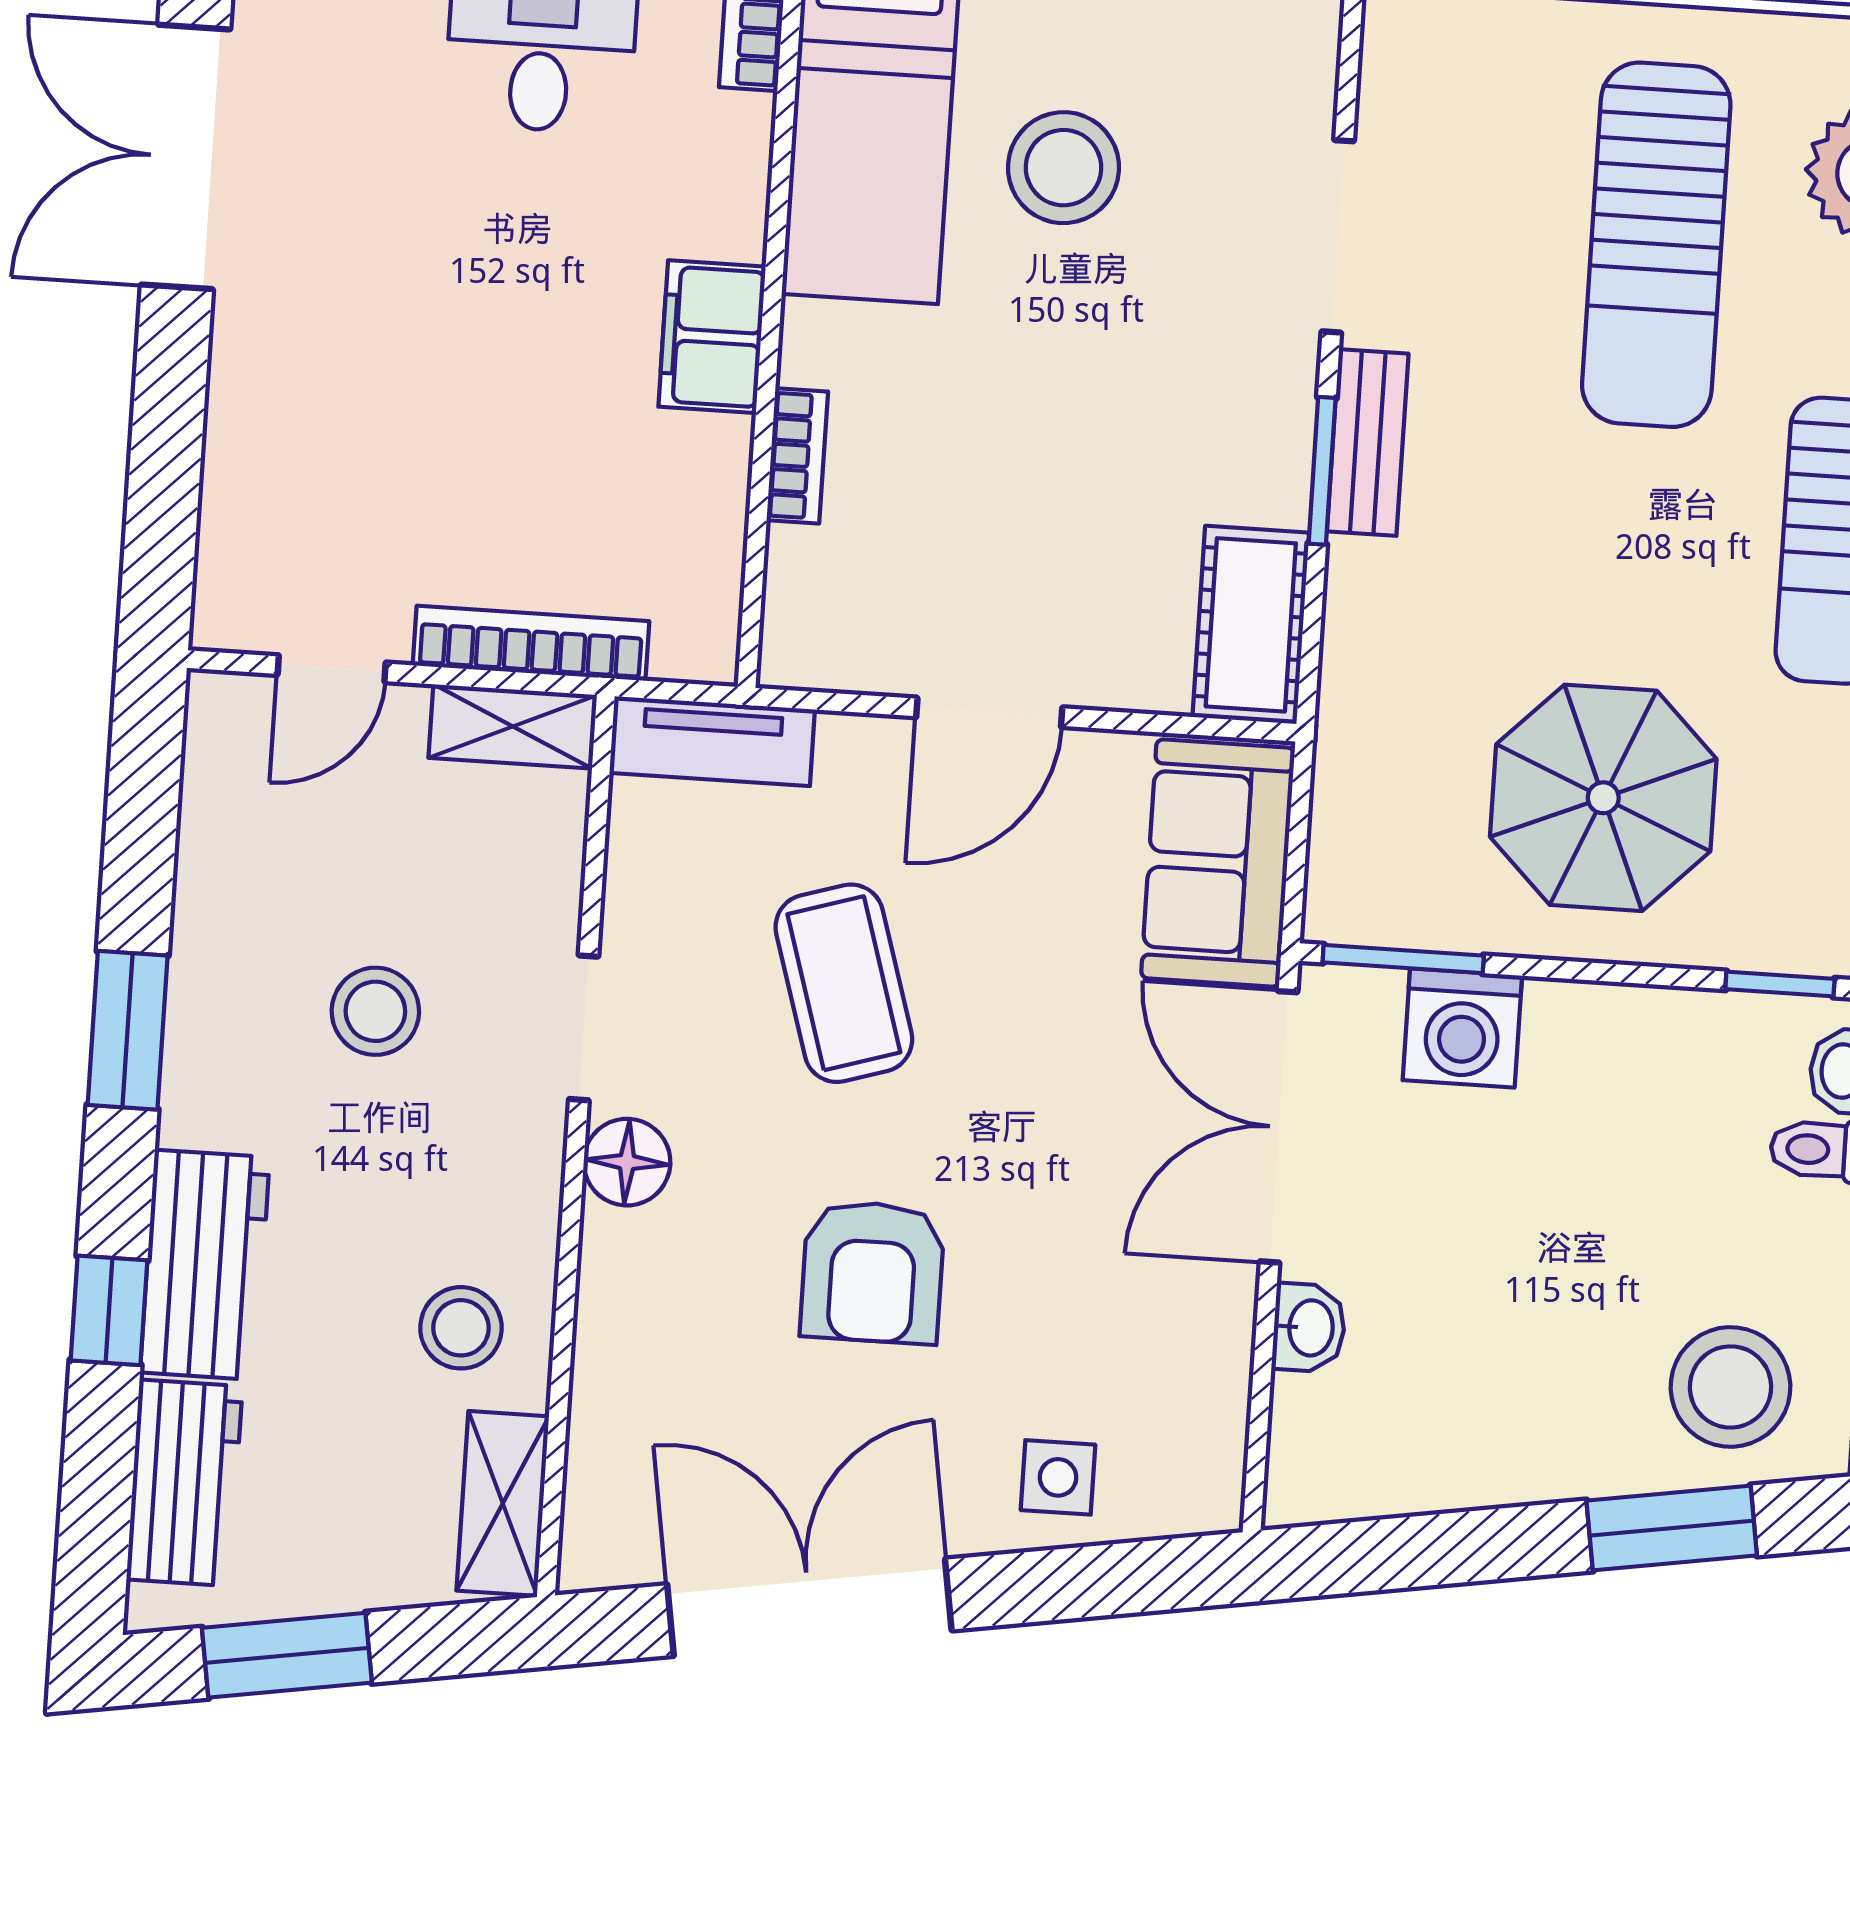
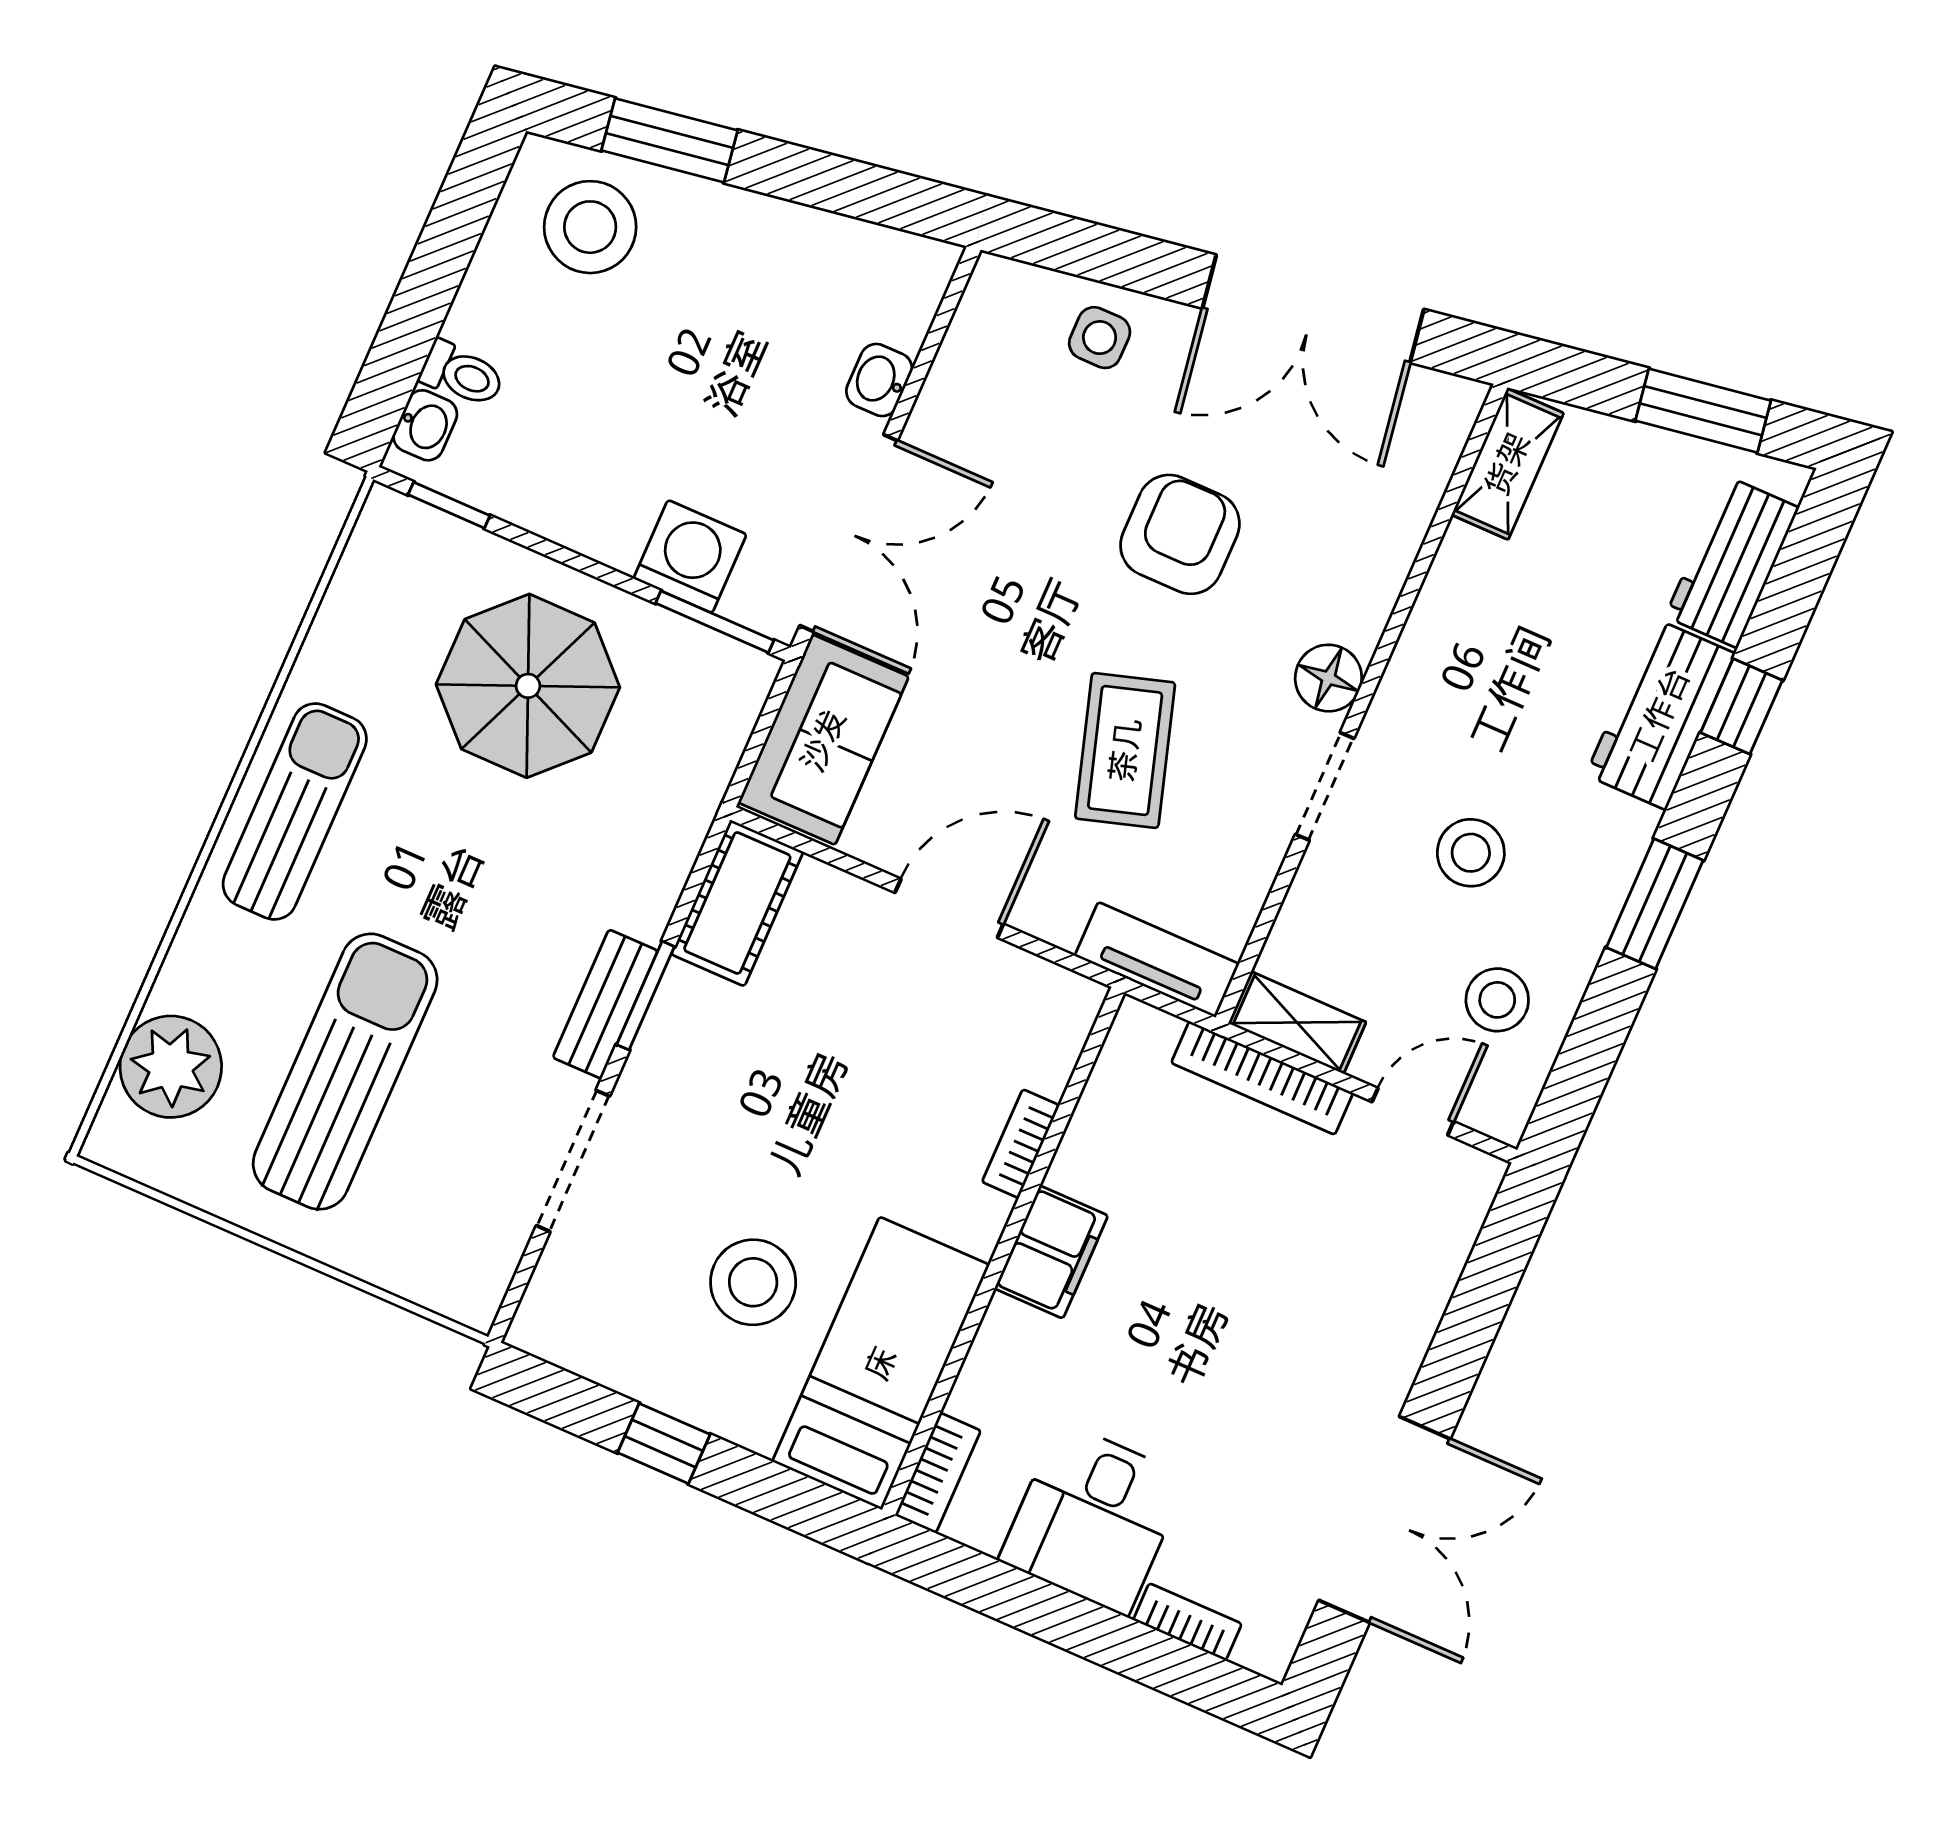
stool: (461, 1328) -> (1497, 1000), moved

